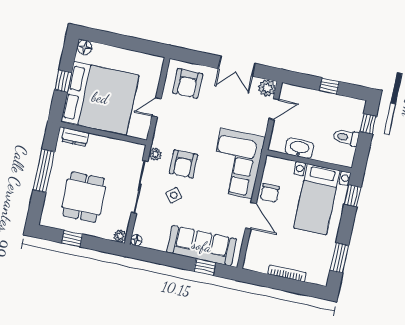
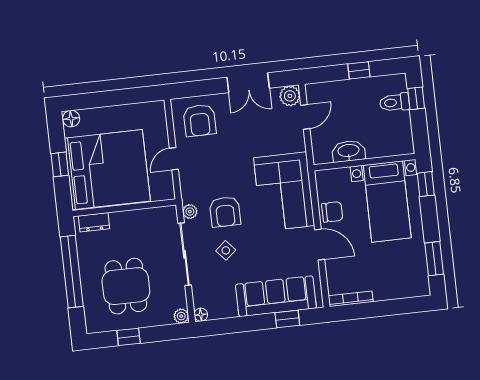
toilet: (346, 137) -> (395, 102), moved
window: (44, 171) -> (72, 272), width x1.46
chair: (270, 193) -> (332, 212), turned -90
bookcase: (287, 273) -> (351, 299), moved

